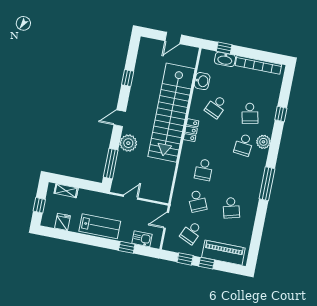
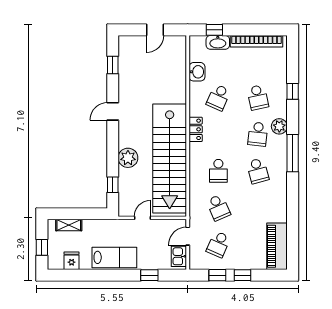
window: (128, 78) -> (113, 65), moved
stairs: (171, 113) -> (170, 158), moved
door: (120, 118) -> (113, 111), moved
window: (111, 164) -> (113, 185), width x0.46
window: (267, 184) -> (293, 153), moved
school desk: (231, 208) -> (258, 171), moved
kitchen sink: (142, 239) -> (179, 256), moved, turned -90
piano: (223, 253) -> (277, 246), moved, turned -90

